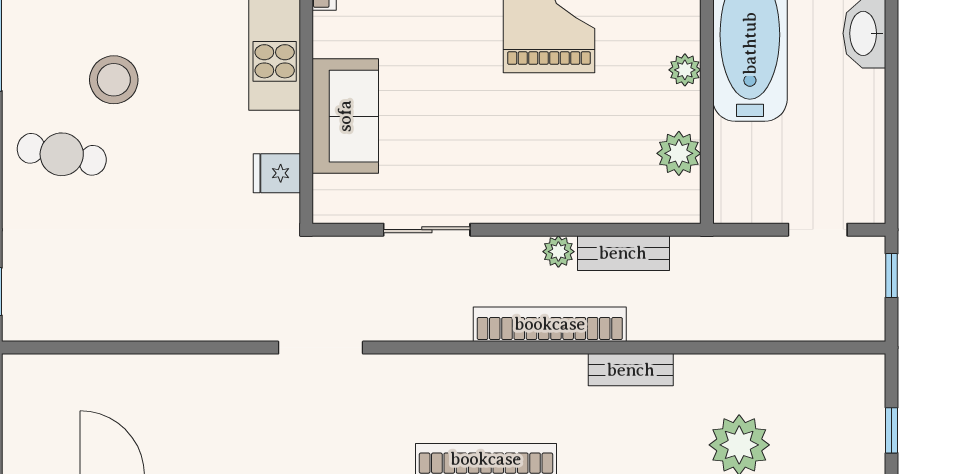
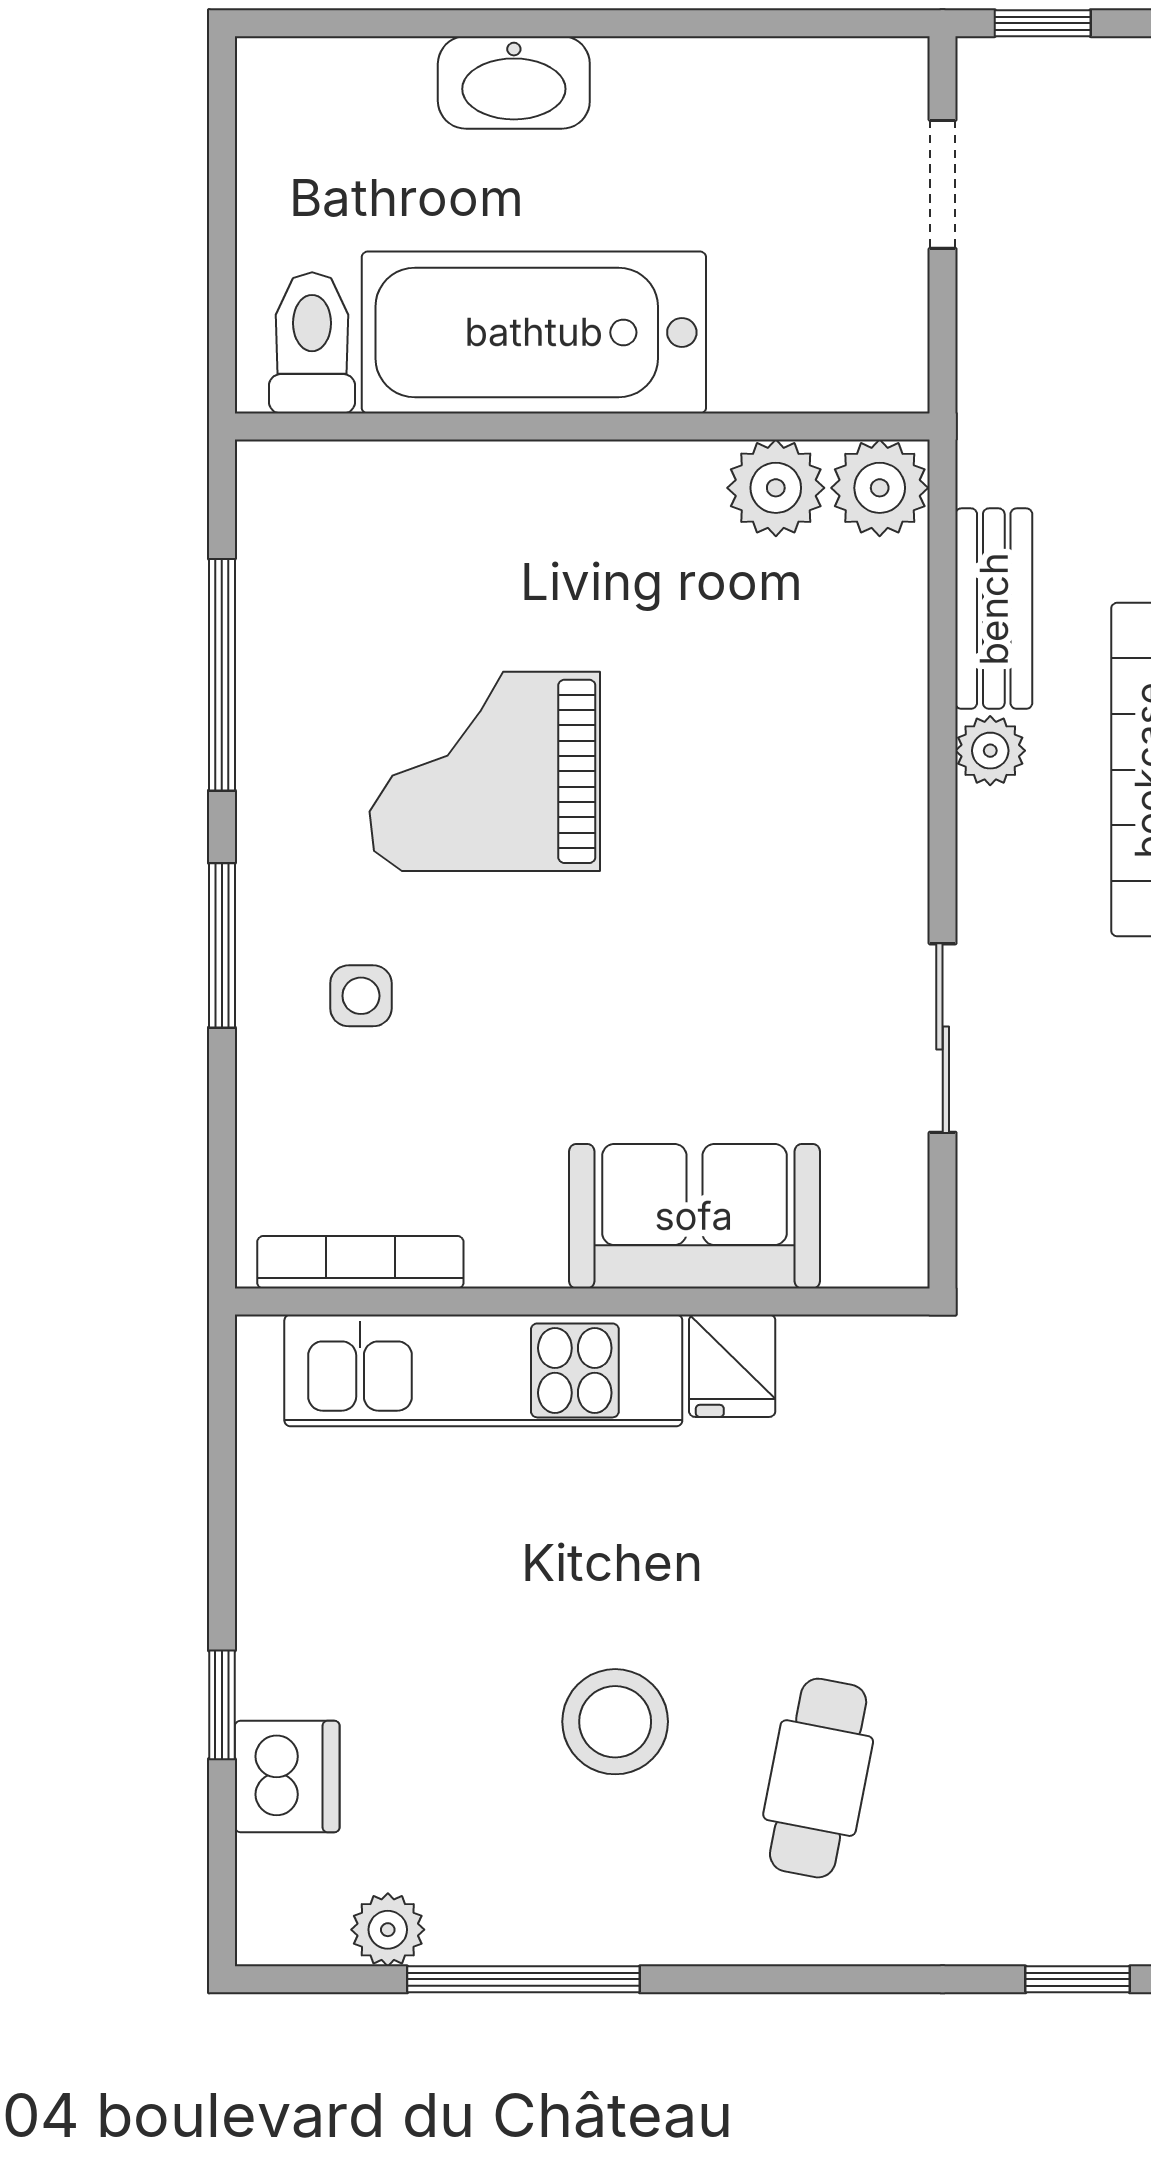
plant: (685, 70) -> (880, 488), moved, width x1.38, depth x1.38
cafe table: (62, 154) -> (818, 1778), moved
fridge: (277, 173) -> (732, 1366), moved

